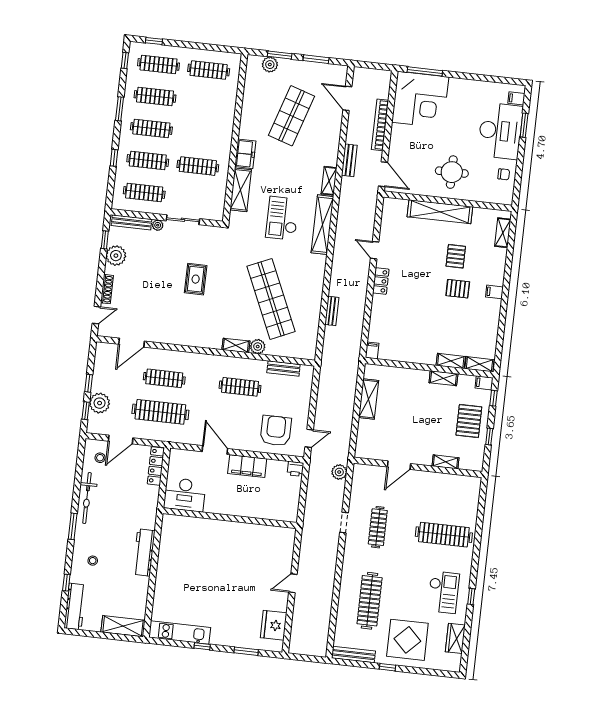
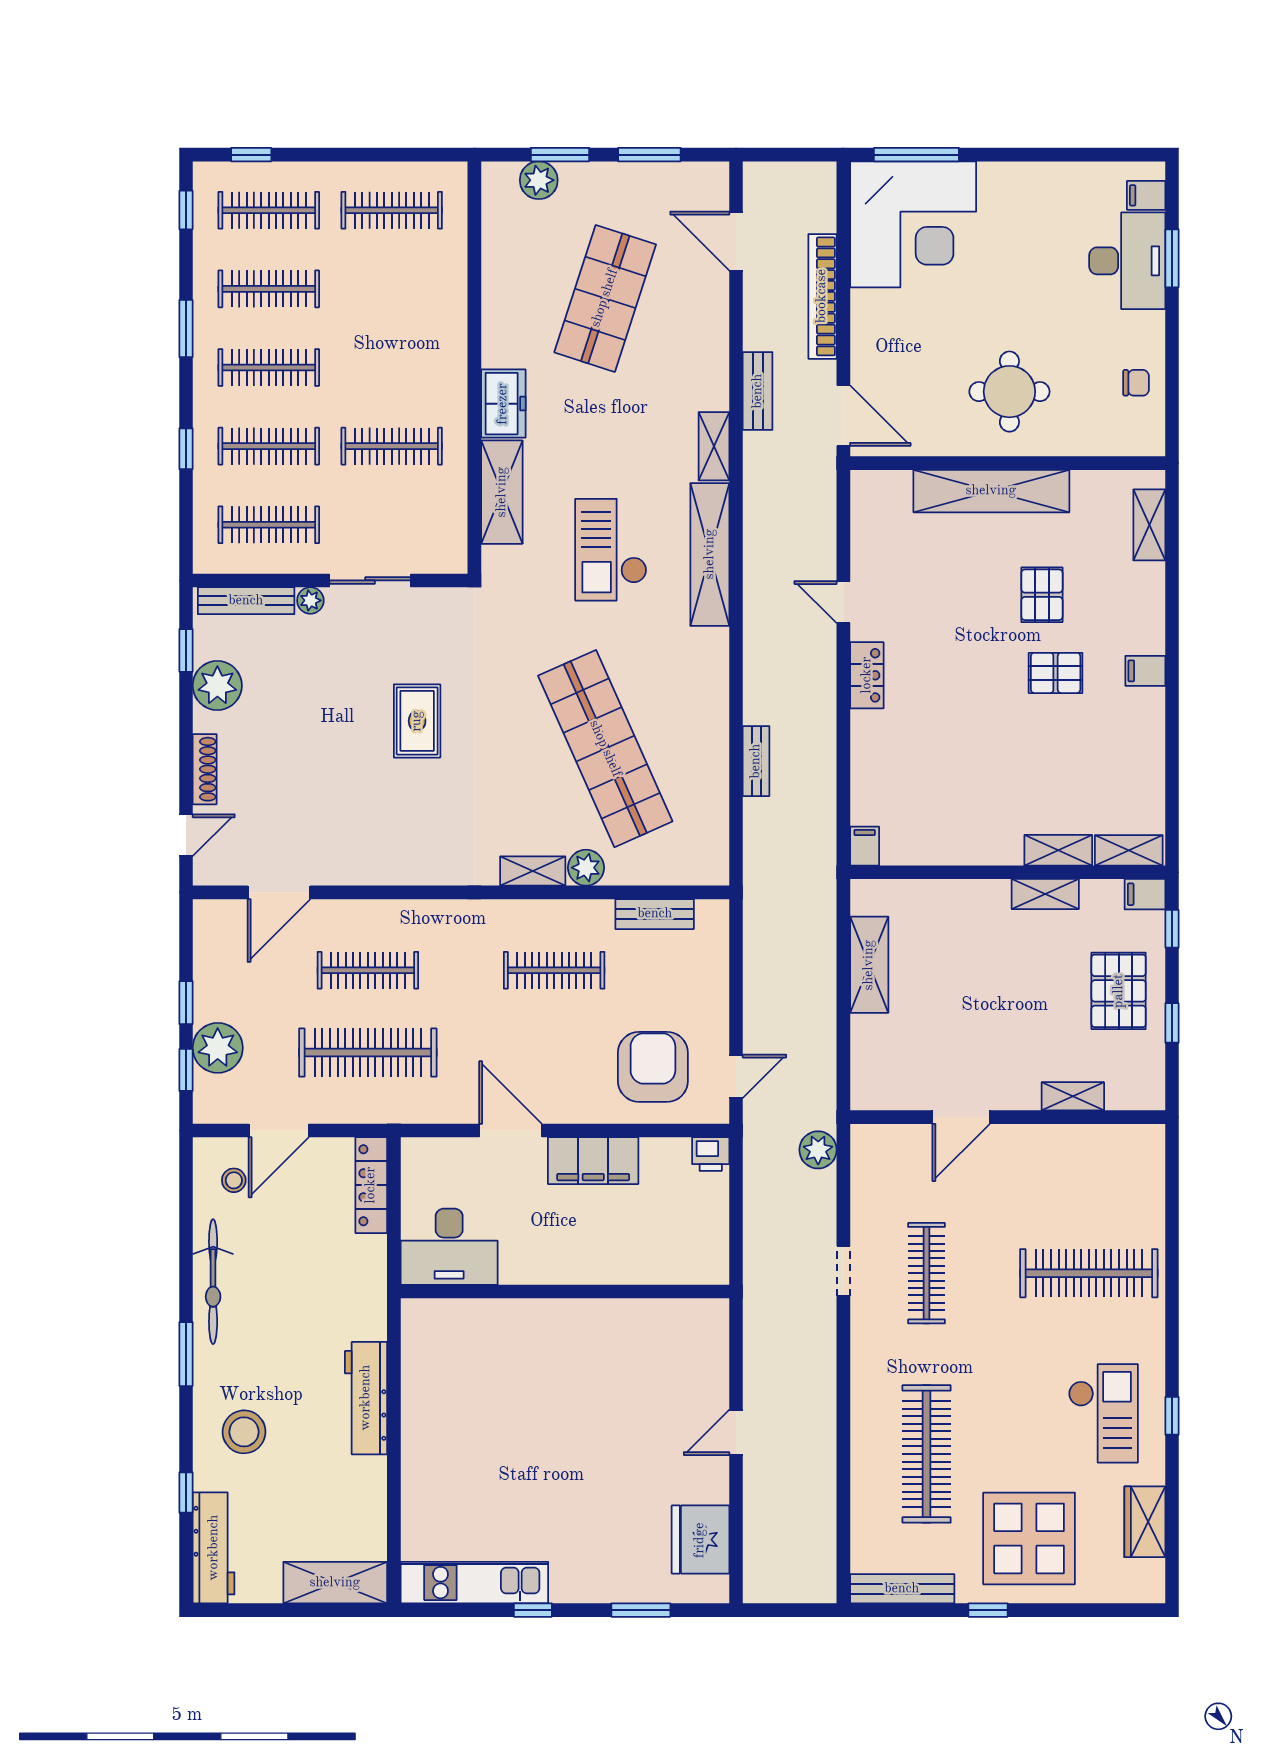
desk: (500, 131) -> (1127, 261), width x0.73, depth x0.77
stool: (93, 561) -> (244, 1432), width x1.89, depth x1.89

